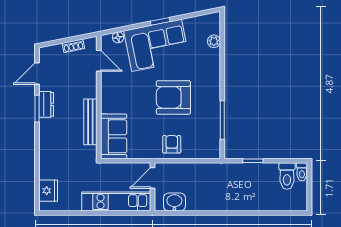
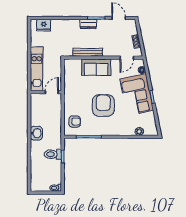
dresser: (46, 104) -> (88, 24), moved
sofa: (114, 136) -> (96, 67), moved
armchair: (172, 144) -> (75, 122), moved
toilet: (287, 176) -> (53, 154), moved
door: (153, 178) -> (52, 92), hinge flipped
washbasin: (174, 202) -> (36, 133), moved

